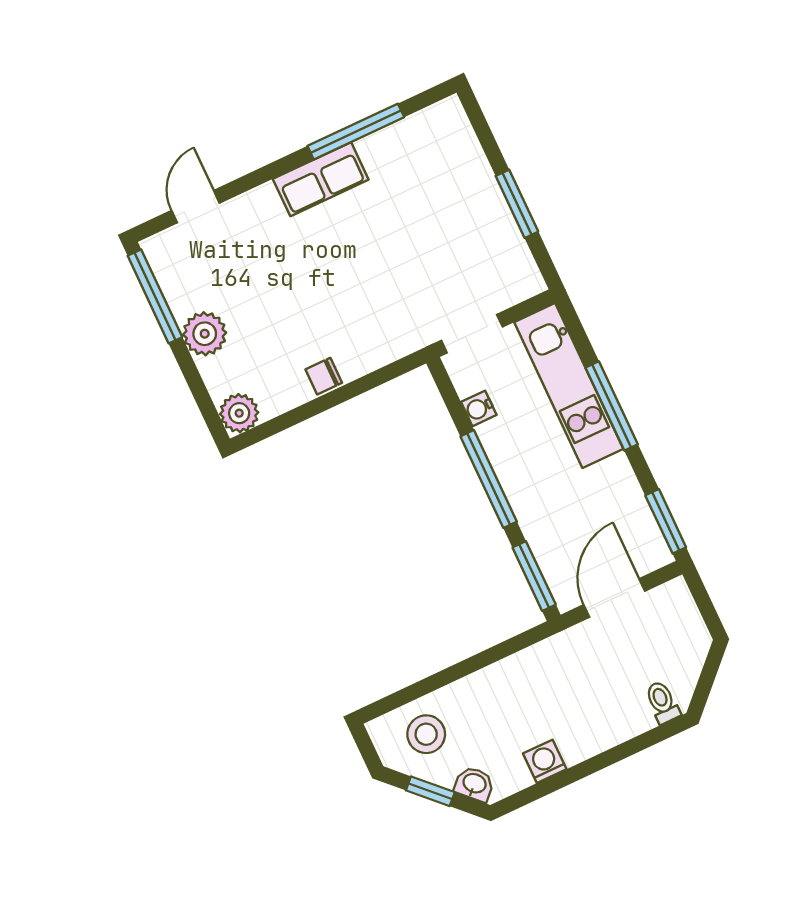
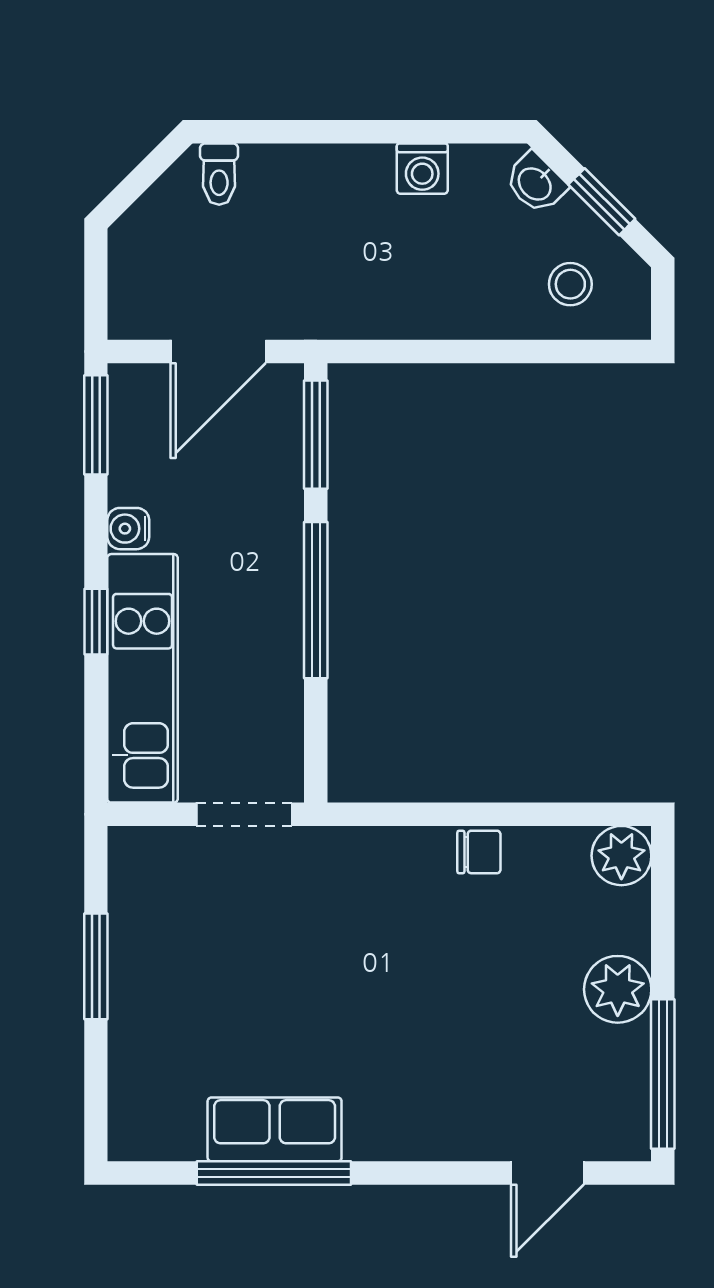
row of seats: (321, 179) -> (275, 1129), moved
window: (612, 406) -> (96, 622), width x0.46
water cooler: (479, 408) -> (128, 529), moved, turned 180
stool: (426, 734) -> (570, 284), width x0.73, depth x0.73

